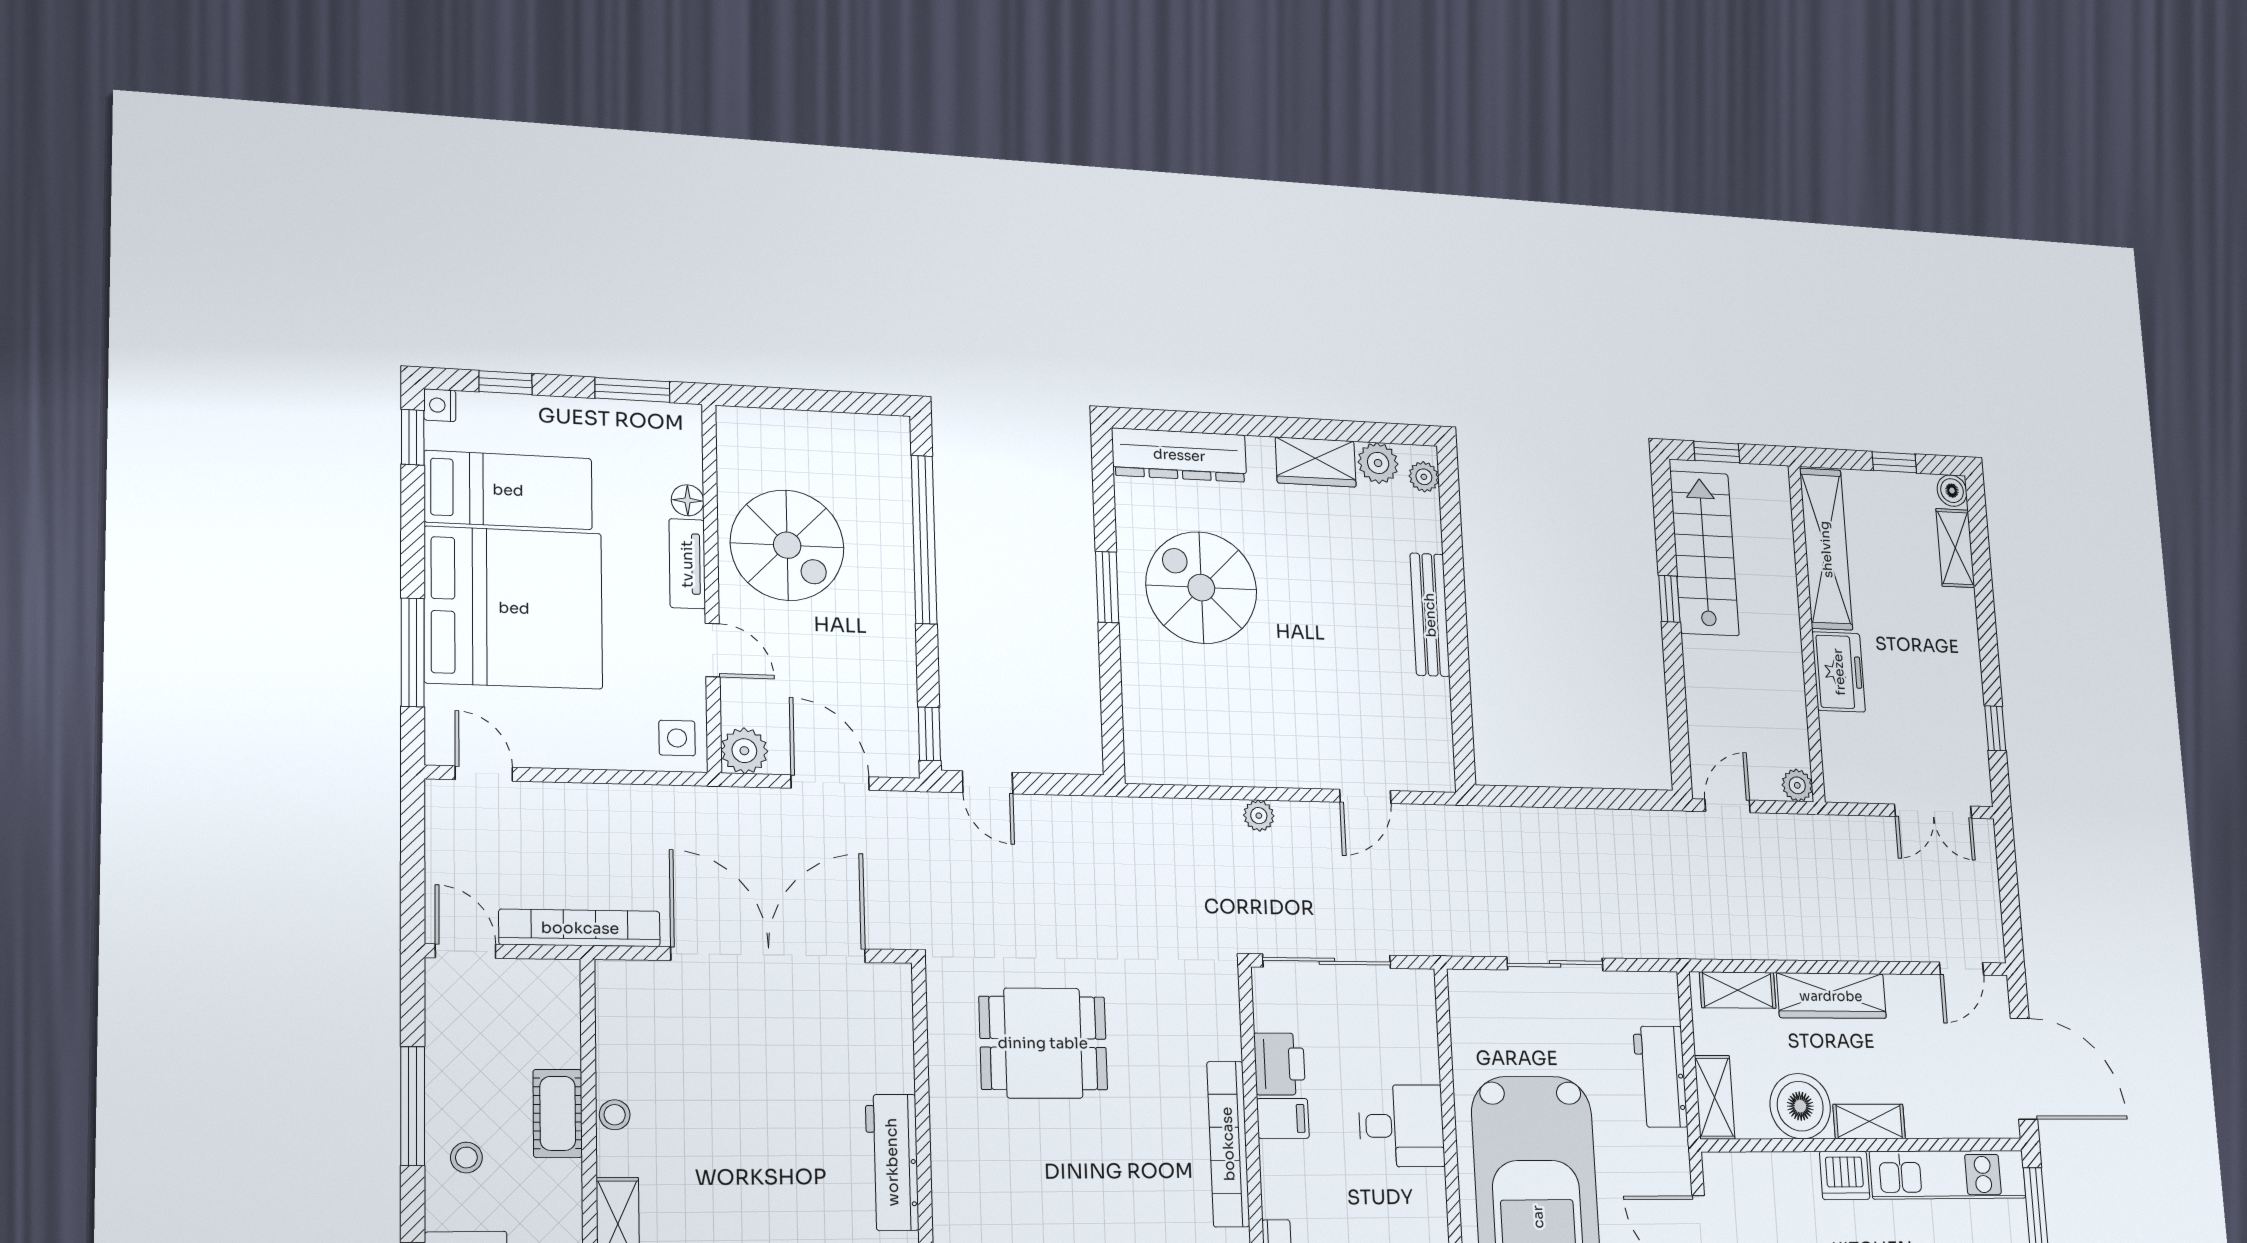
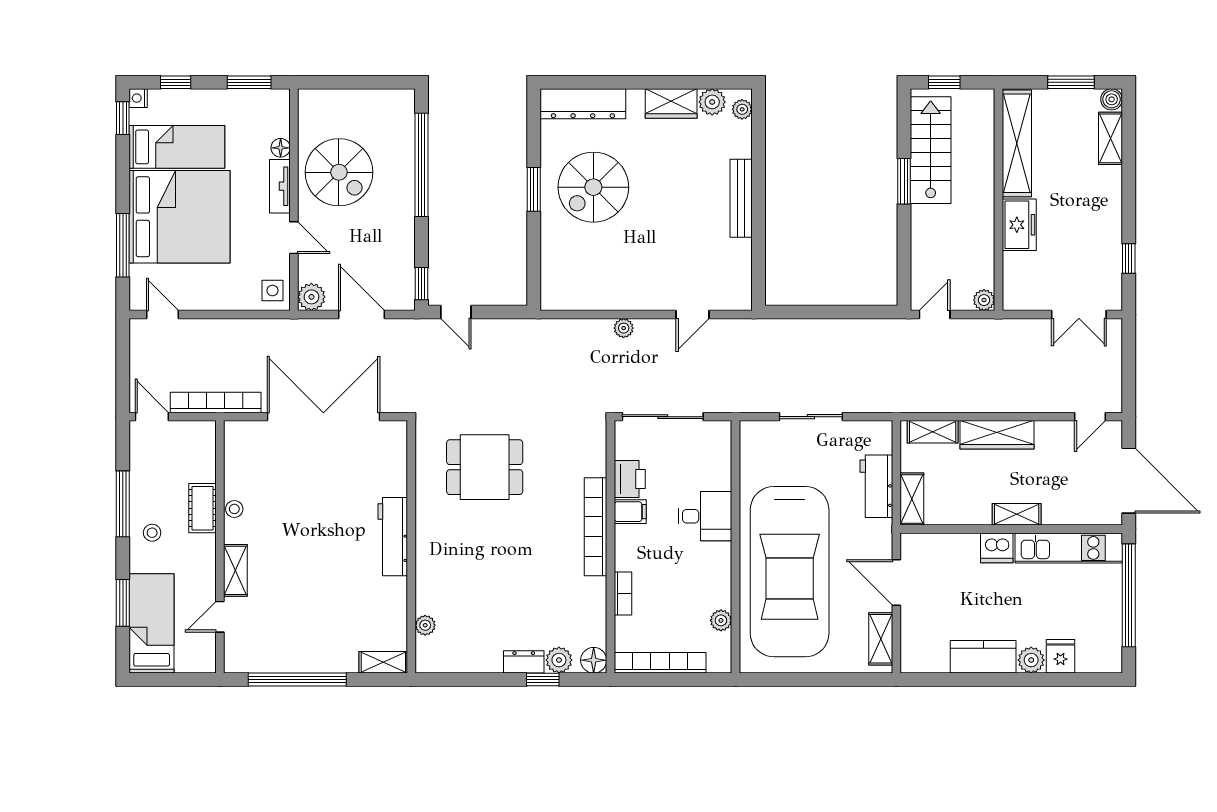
window: (1894, 462) -> (1071, 82), width x1.50
spiral stairs: (1201, 588) -> (593, 187), turned -90
window: (1669, 599) -> (904, 181), width x1.50
boiler: (1800, 1106) -> (970, 505), removed

